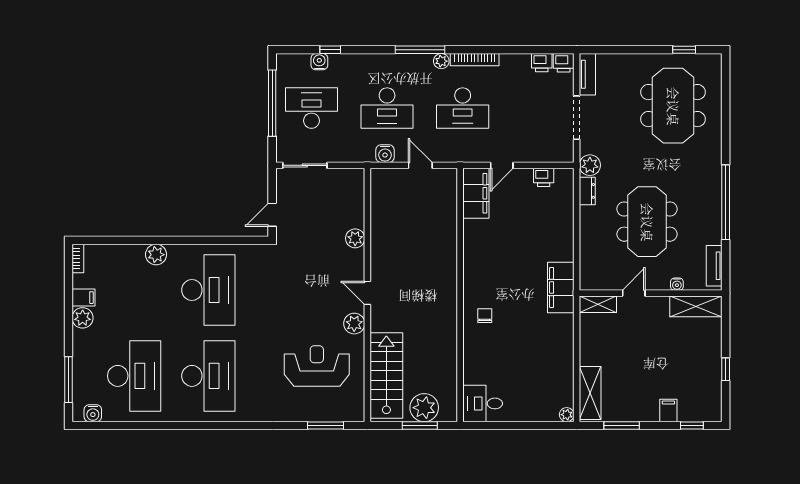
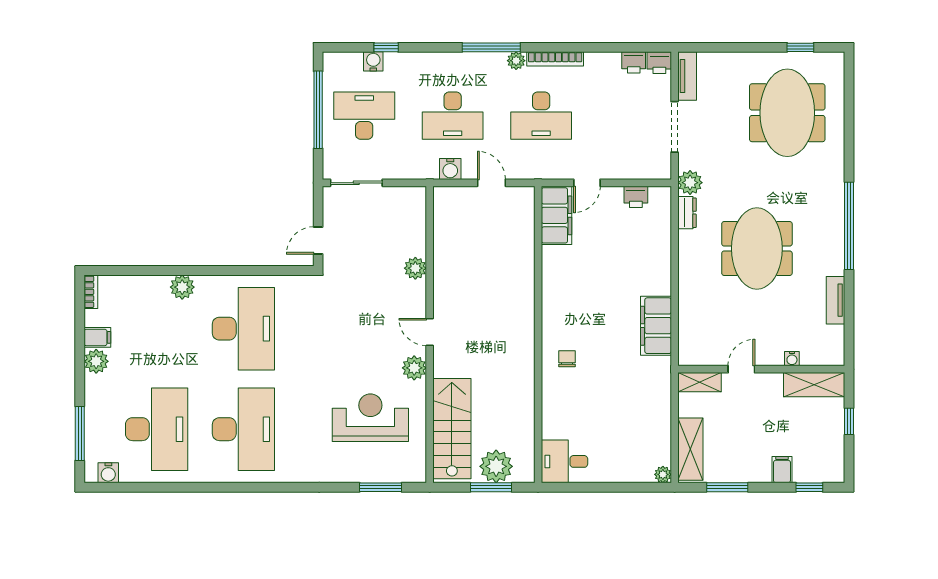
water cooler: (677, 284) -> (792, 359), moved
door: (634, 293) -> (741, 369), moved
wall: (651, 293) -> (761, 369), moved
shelving: (598, 304) -> (699, 382), moved
shelving: (696, 306) -> (814, 385), moved

